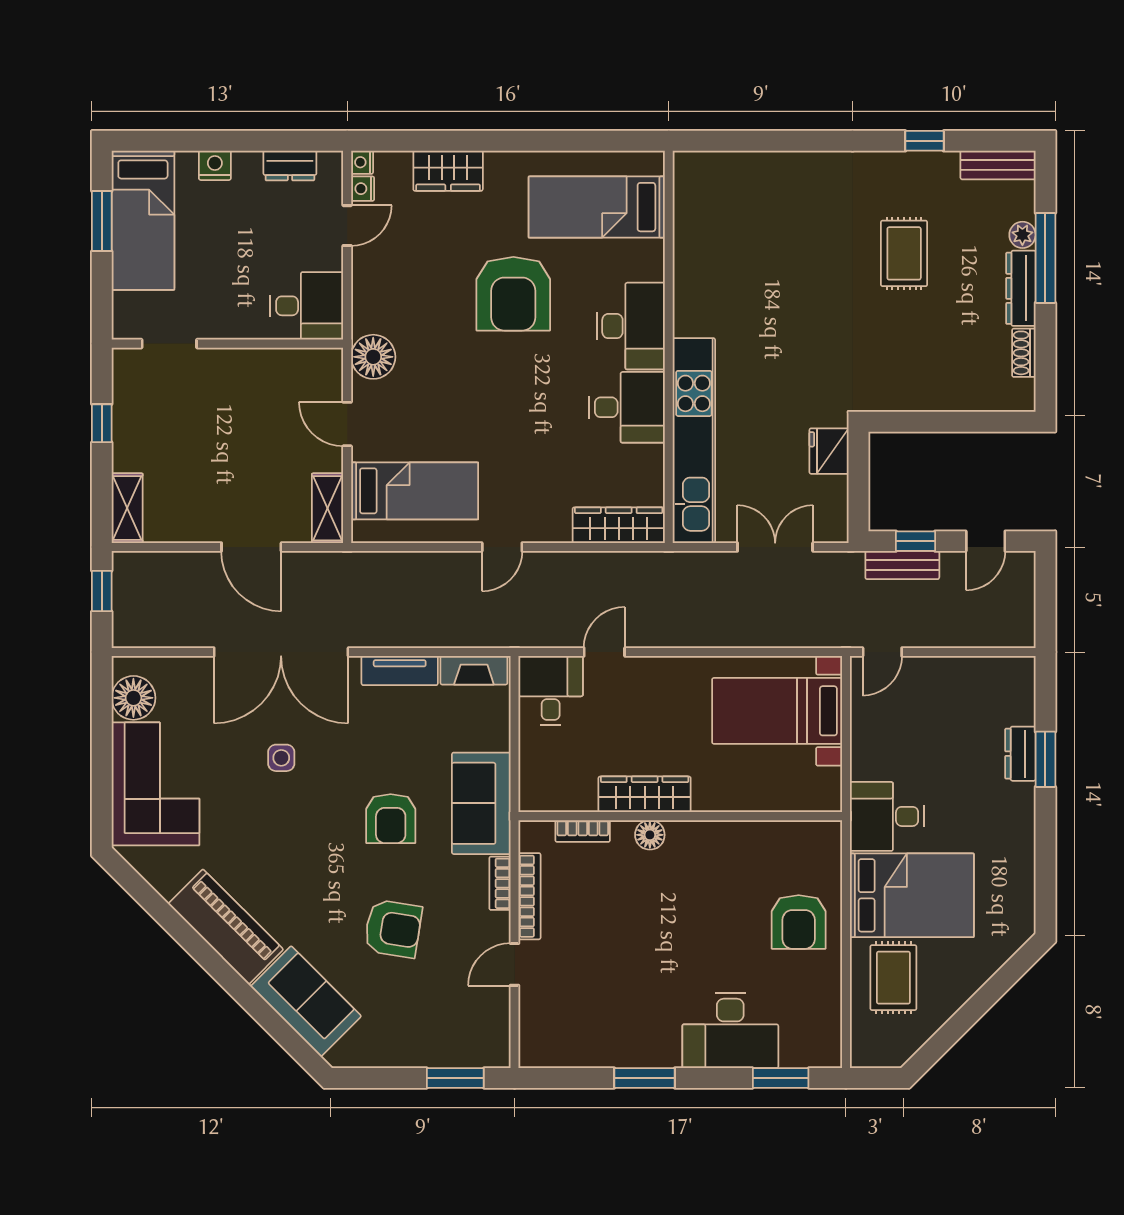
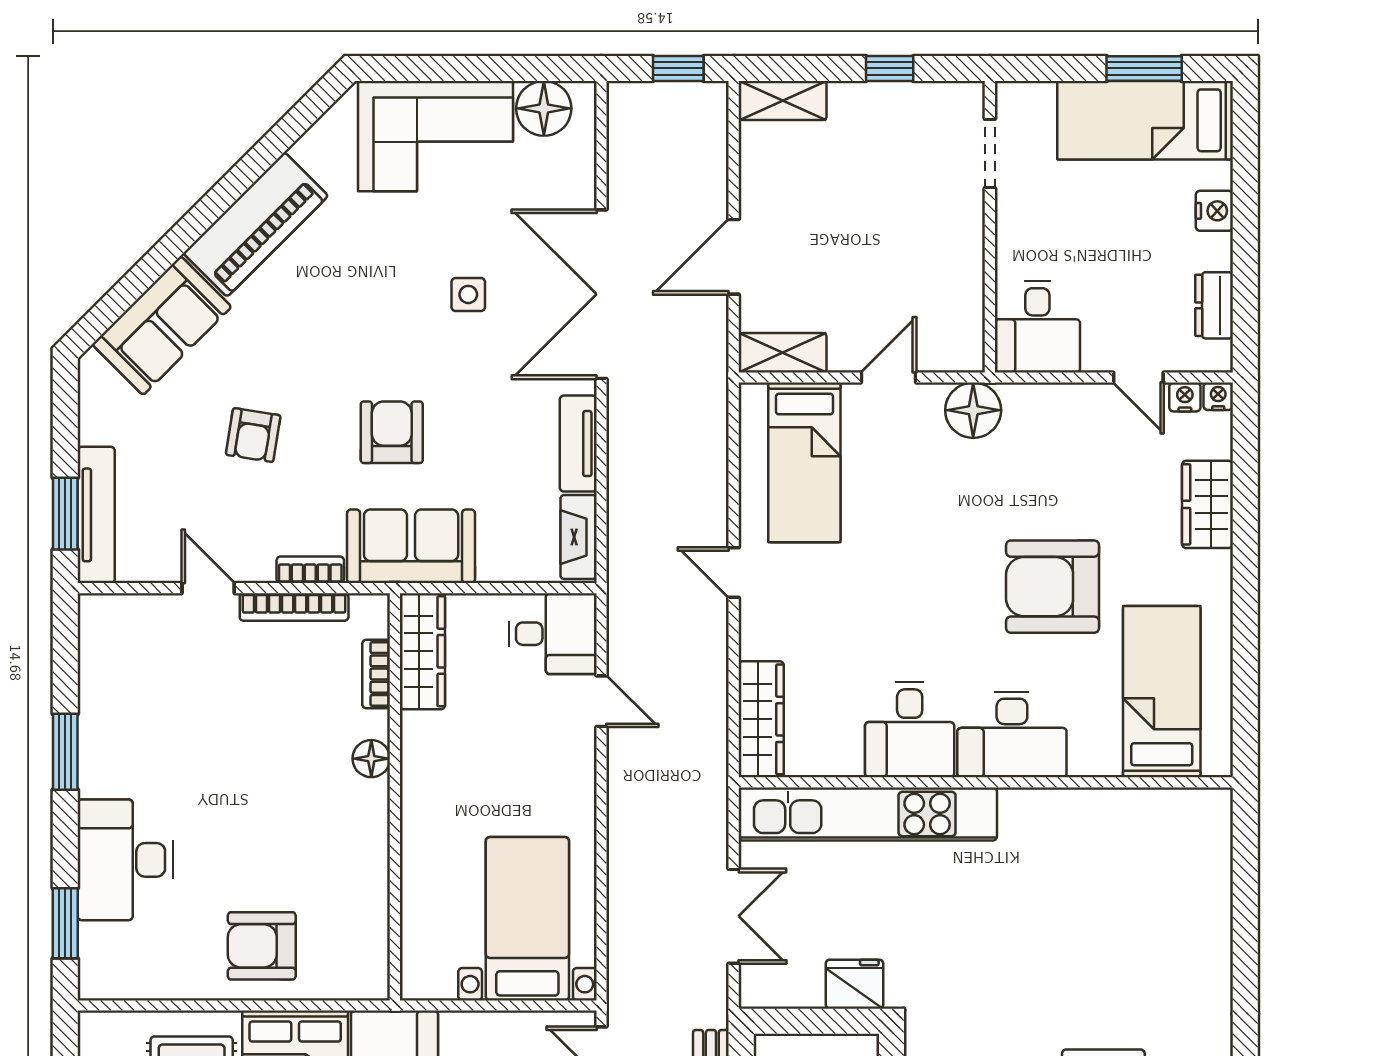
wardrobe: (645, 794) -> (422, 651), moved
armchair: (391, 819) -> (392, 432), turned 90
armchair: (393, 929) -> (253, 435), width x0.72, depth x0.72
tv unit: (456, 1053) -> (96, 515), added

